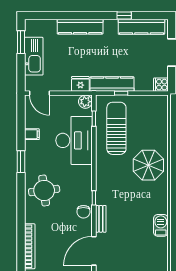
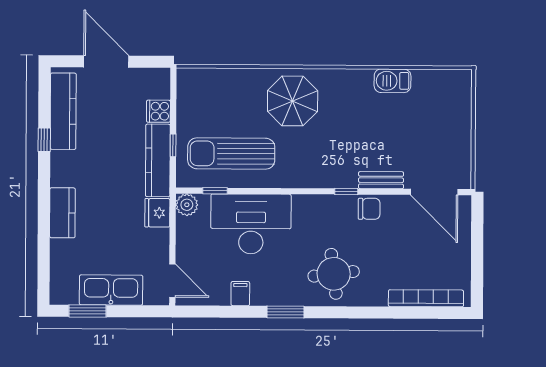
kitchen counter: (80, 27) -> (62, 213), width x0.67
cooker: (161, 85) -> (158, 111), moved, turned 90
door: (40, 93) -> (172, 281), hinge flipped

